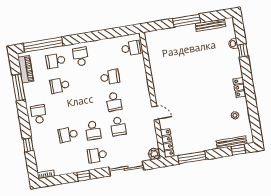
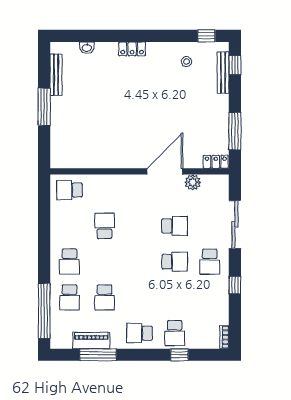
school desk: (131, 48) -> (70, 190), turned -90
window: (243, 50) -> (206, 36), moved
school desk: (81, 57) -> (70, 262), turned -90
piano: (26, 69) -> (91, 341), moved
locker: (240, 87) -> (132, 49), moved
school desk: (114, 102) -> (140, 226), removed
door: (155, 113) -> (165, 171), width x1.88
school desk: (68, 135) -> (175, 333), moved
locker: (167, 143) -> (216, 162), width x0.66
plant: (154, 154) -> (193, 182), moved

